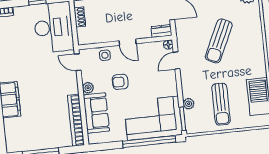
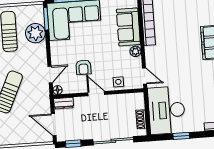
armchair: (120, 82) -> (83, 67), moved, turned 90
plant: (189, 104) -> (35, 33), width x1.88, depth x1.88

